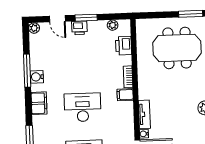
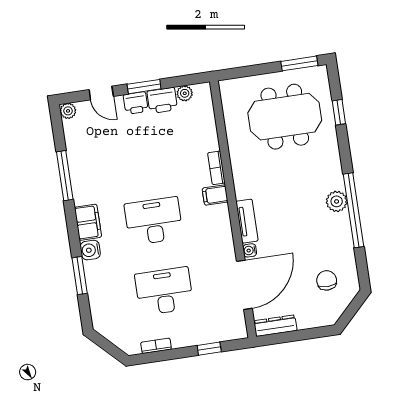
printer: (124, 46) -> (162, 100), moved, turned -90
water cooler: (37, 77) -> (90, 250), moved

